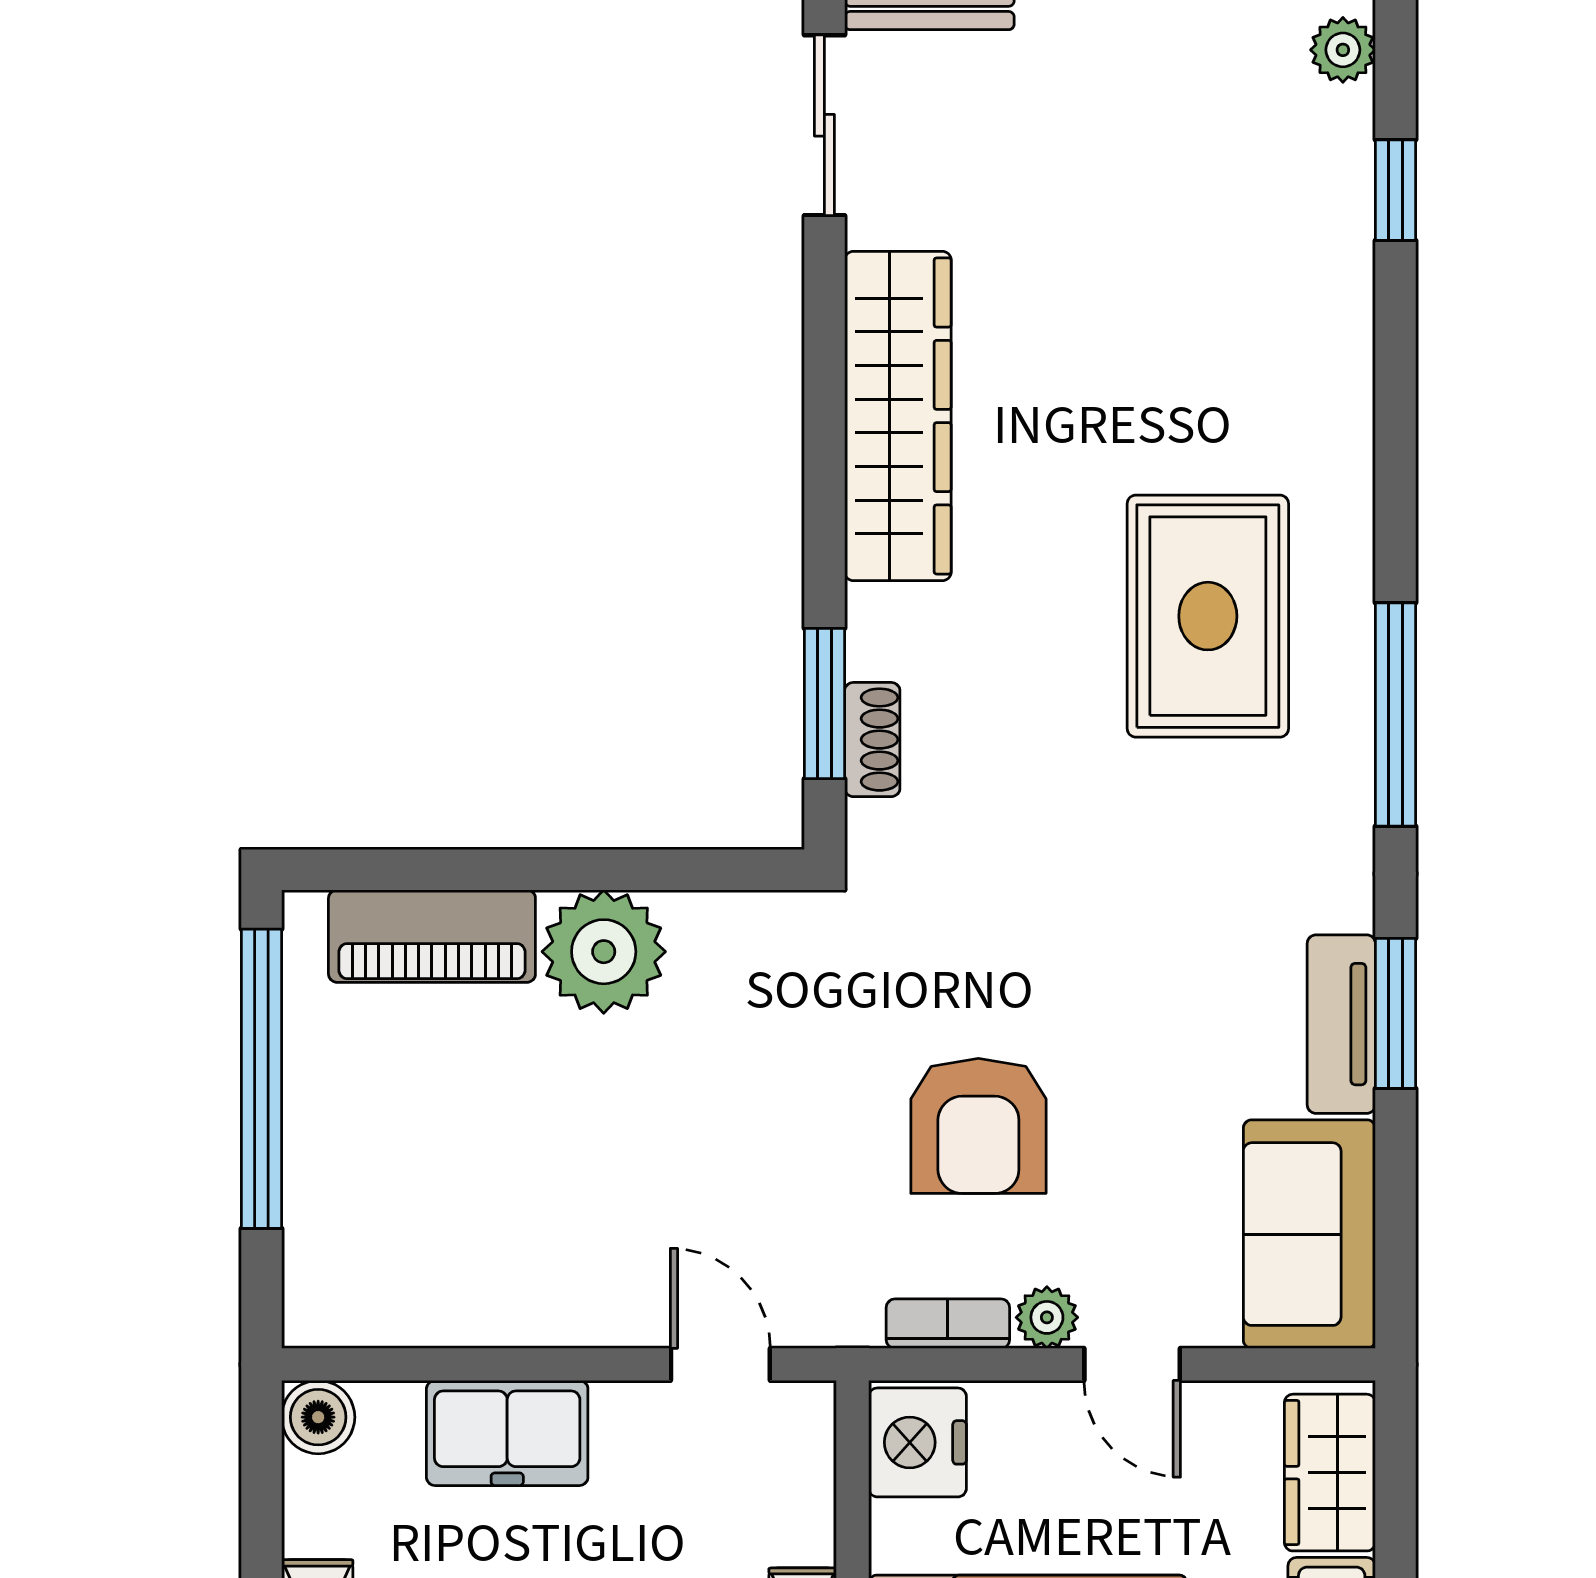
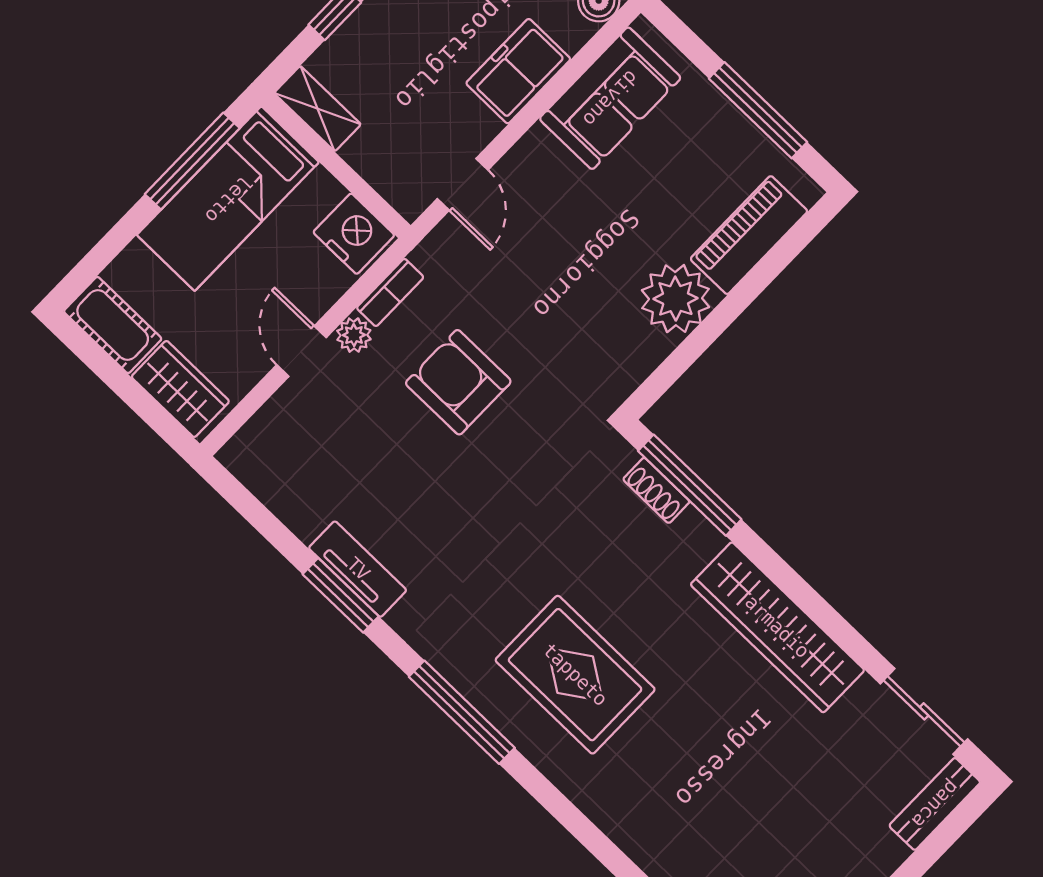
window: (824, 703) -> (690, 485), width x1.44
window: (261, 1079) -> (758, 110), width x0.68
sofa: (1309, 1234) -> (610, 98), moved, turned 90
door: (720, 1364) -> (463, 184), hinge flipped
door: (1132, 1364) -> (302, 351), hinge flipped

